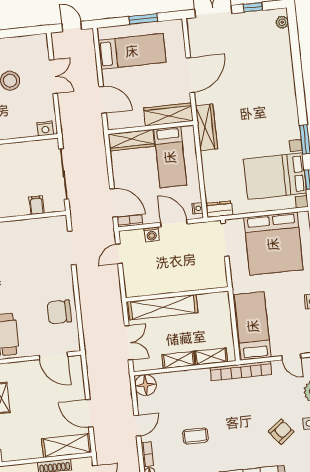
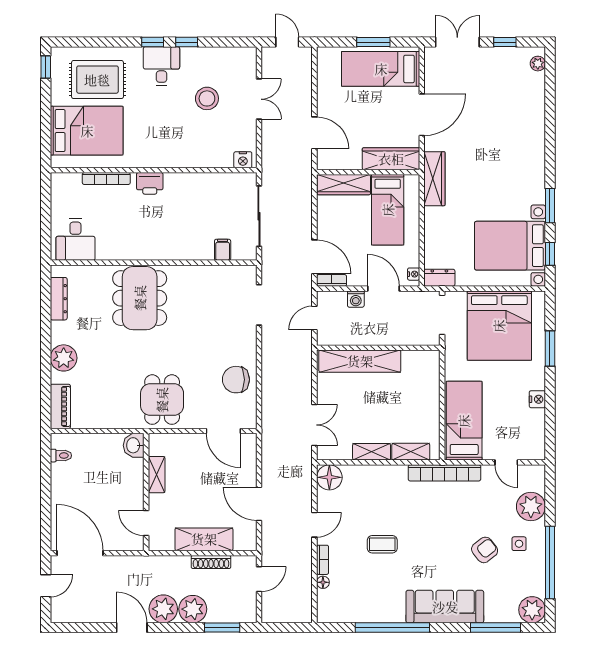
bed: (132, 51) -> (381, 69), moved, turned 180
wall: (177, 294) -> (378, 348), moved
shelving: (163, 307) -> (360, 361), moved
shelving: (67, 446) -> (204, 539), moved

